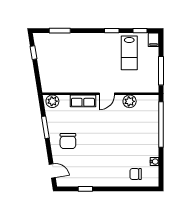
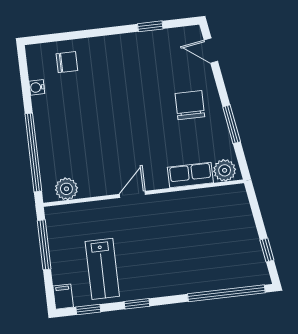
window: (60, 31) -> (226, 293), width x2.11
lab bench: (129, 53) -> (102, 269), turned 180
row of seats: (83, 101) -> (190, 175), moved
plant: (130, 101) -> (66, 189), moved

